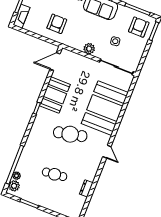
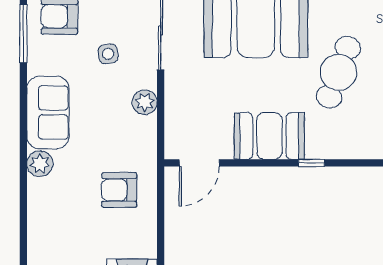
door: (55, 61) -> (199, 163), hinge flipped
cafe table: (70, 134) -> (339, 72), turned 33

